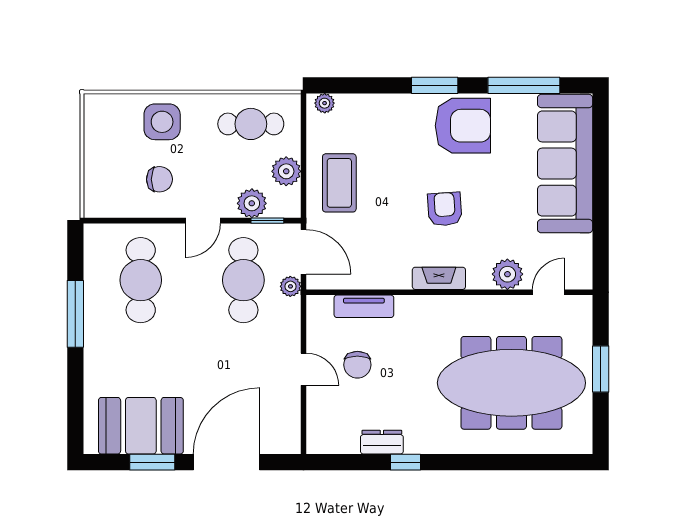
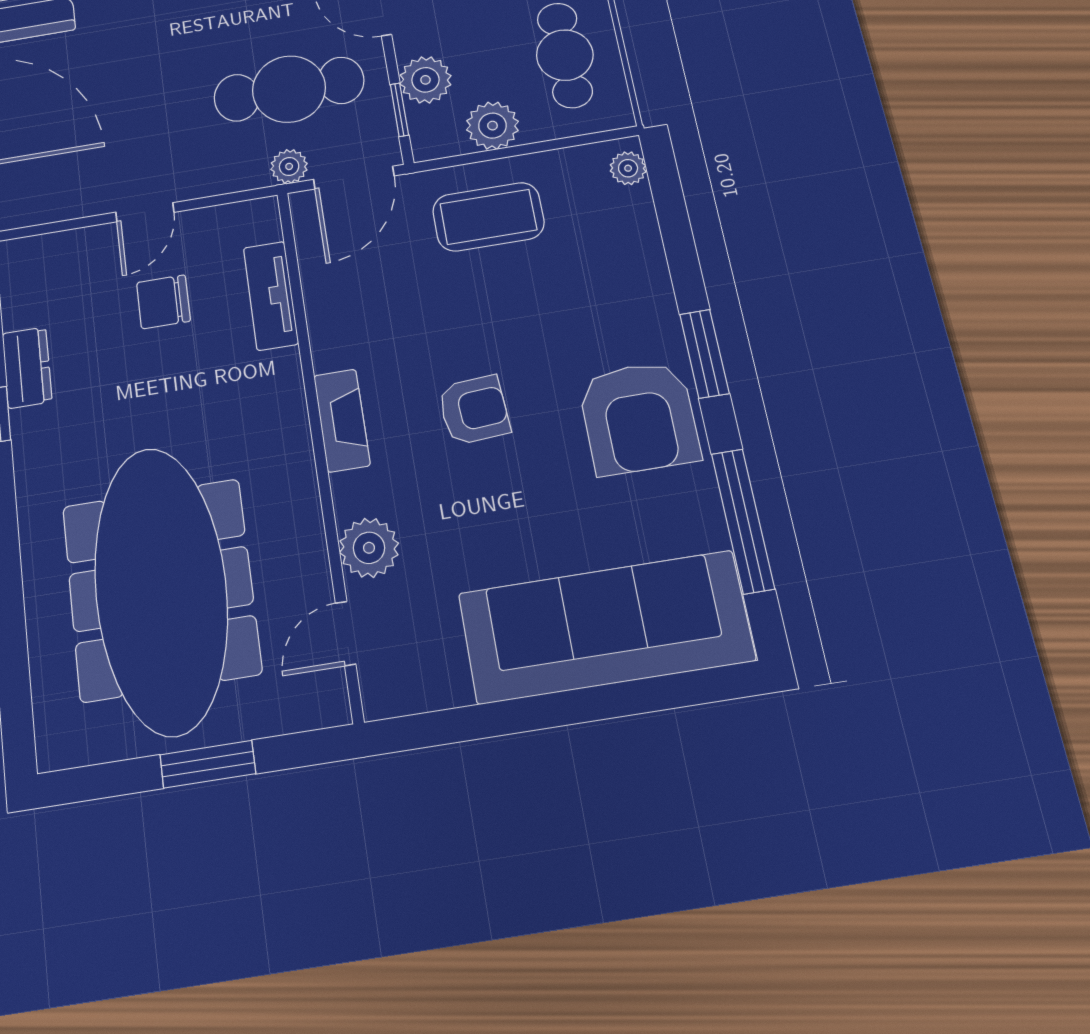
door: (548, 292) -> (346, 633), swing flipped

